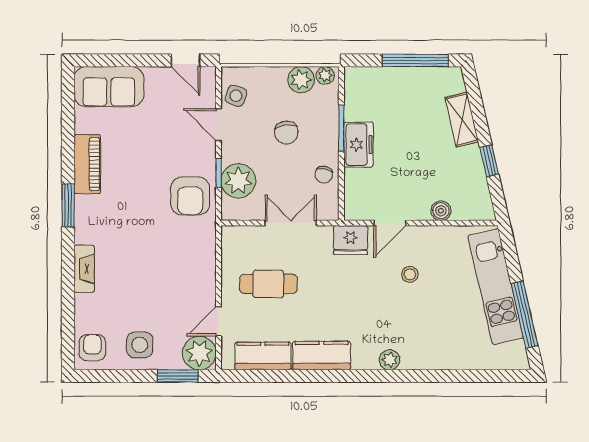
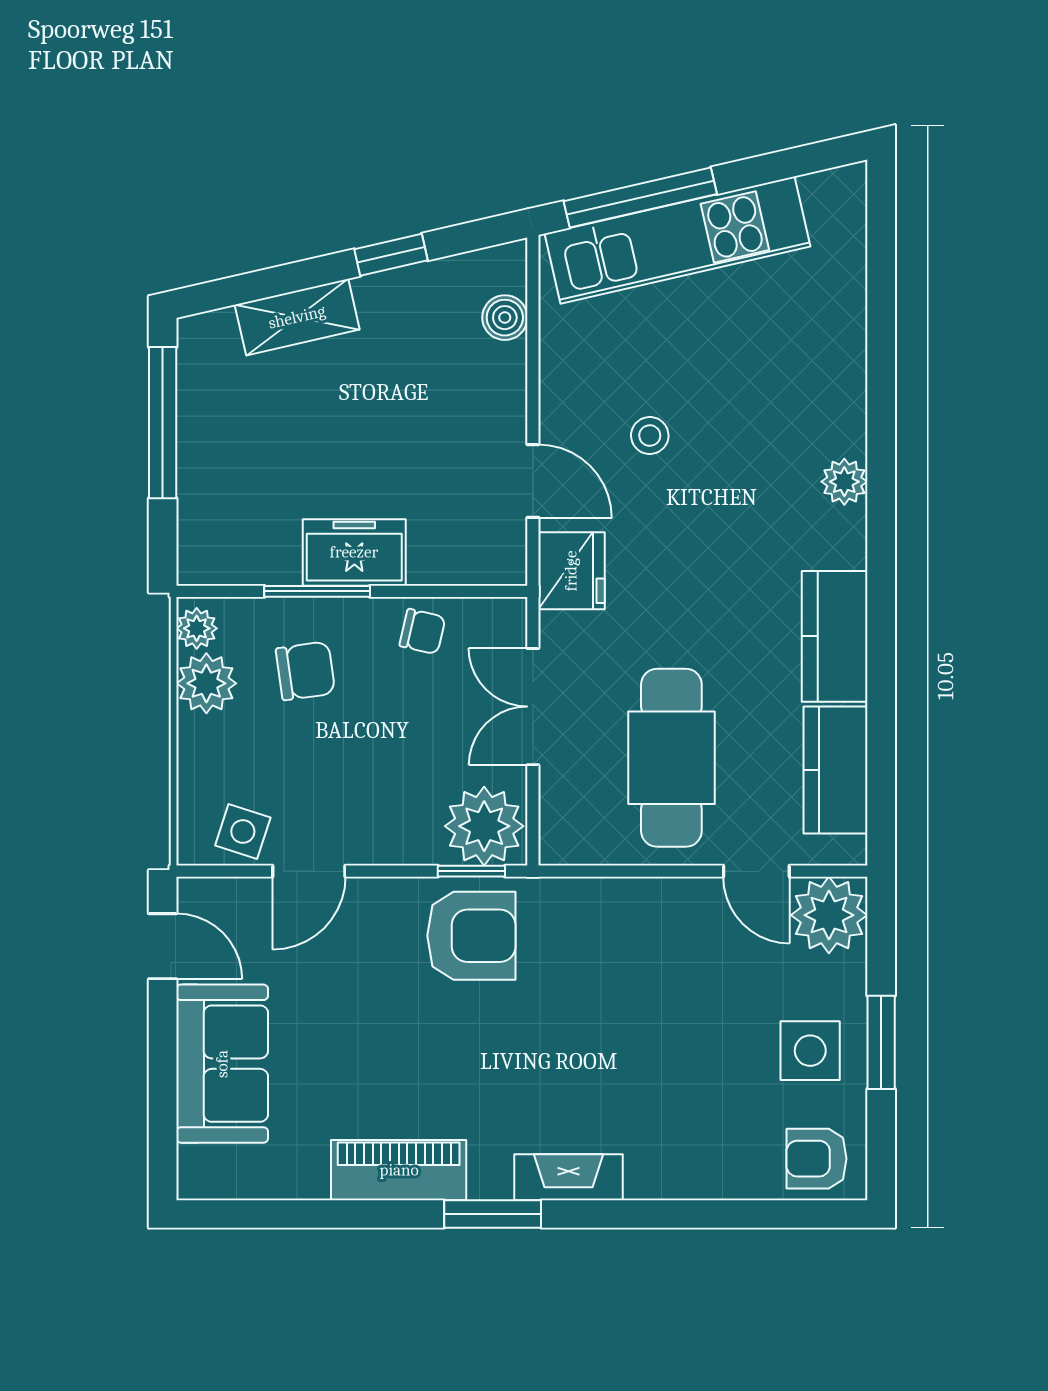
door: (186, 60) -> (163, 946), hinge flipped
sofa: (109, 87) -> (222, 1064), moved
chair: (286, 133) -> (305, 671), moved
window: (219, 173) -> (471, 871), moved
plant: (238, 181) -> (484, 826), moved
boiler: (441, 211) -> (505, 318), moved
fireplace: (84, 269) -> (568, 1177), moved
cafe table: (268, 284) -> (671, 758), width x1.37, depth x1.35
window: (524, 315) -> (640, 198), moved
window: (178, 376) -> (881, 1042), moved

